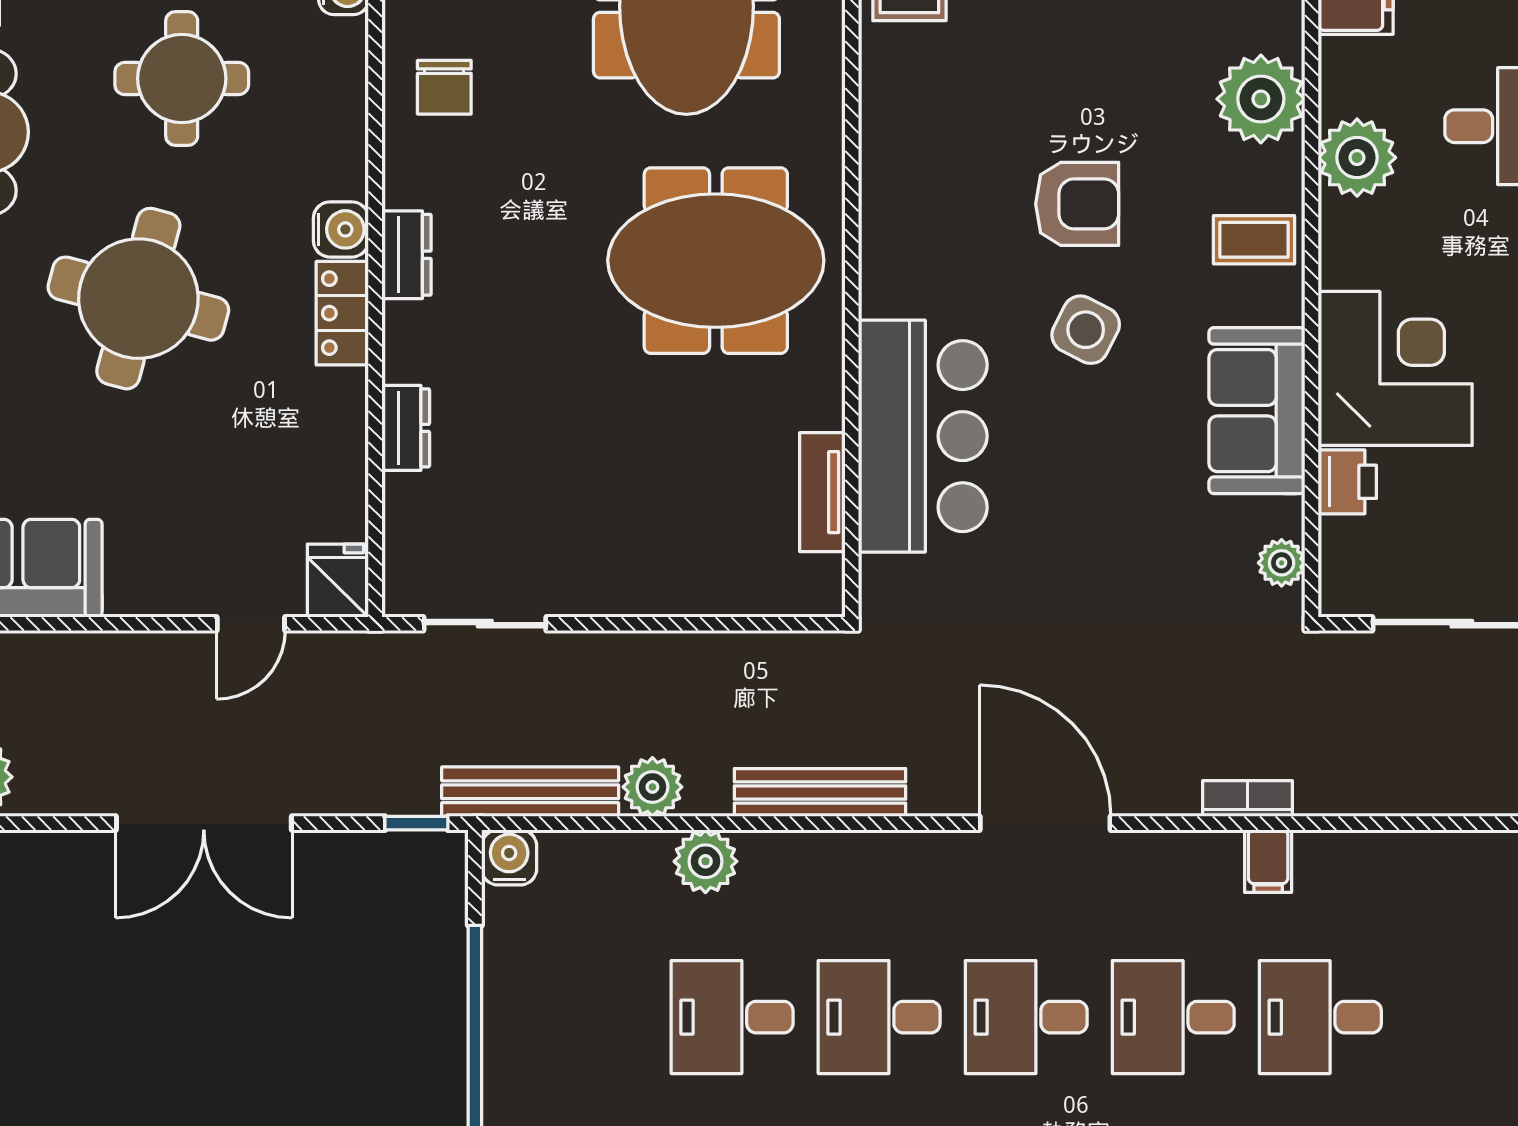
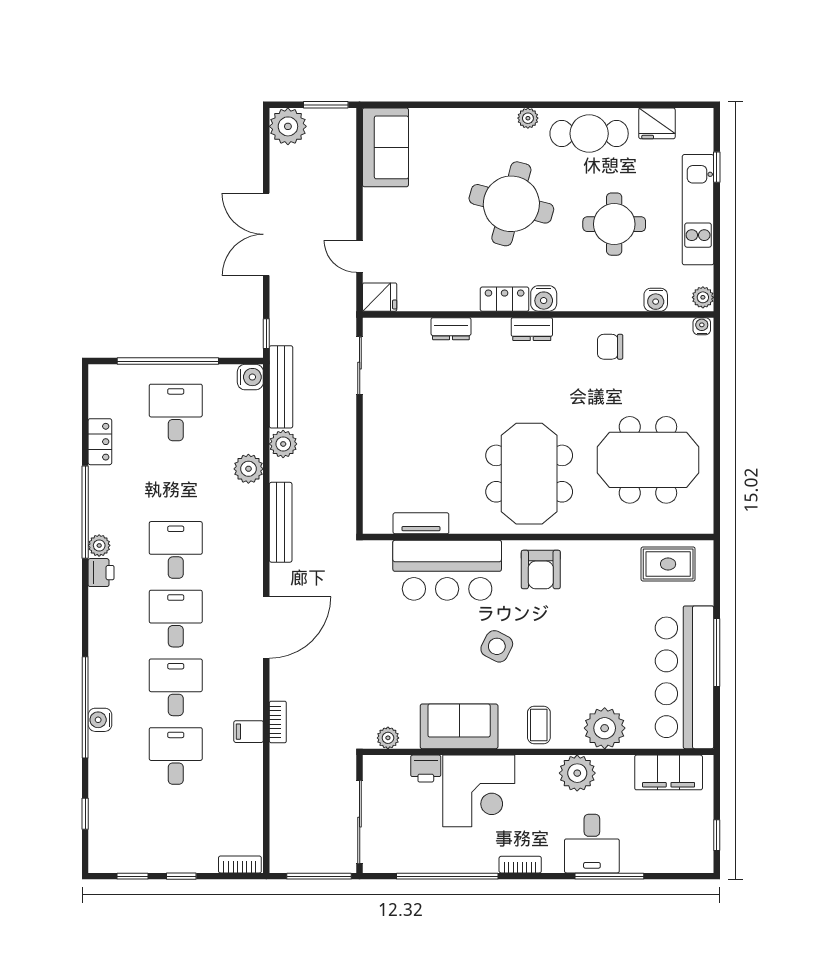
armchair: (1077, 204) -> (541, 569), moved
desk: (732, 1017) -> (176, 412), moved

